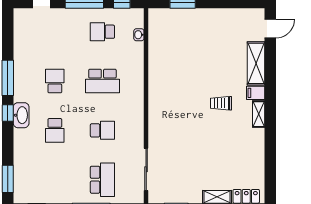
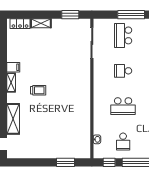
school desk: (102, 32) -> (123, 142), turned 90
school desk: (102, 81) -> (123, 106), turned 180
filing cabinet: (256, 93) -> (13, 67), moved

